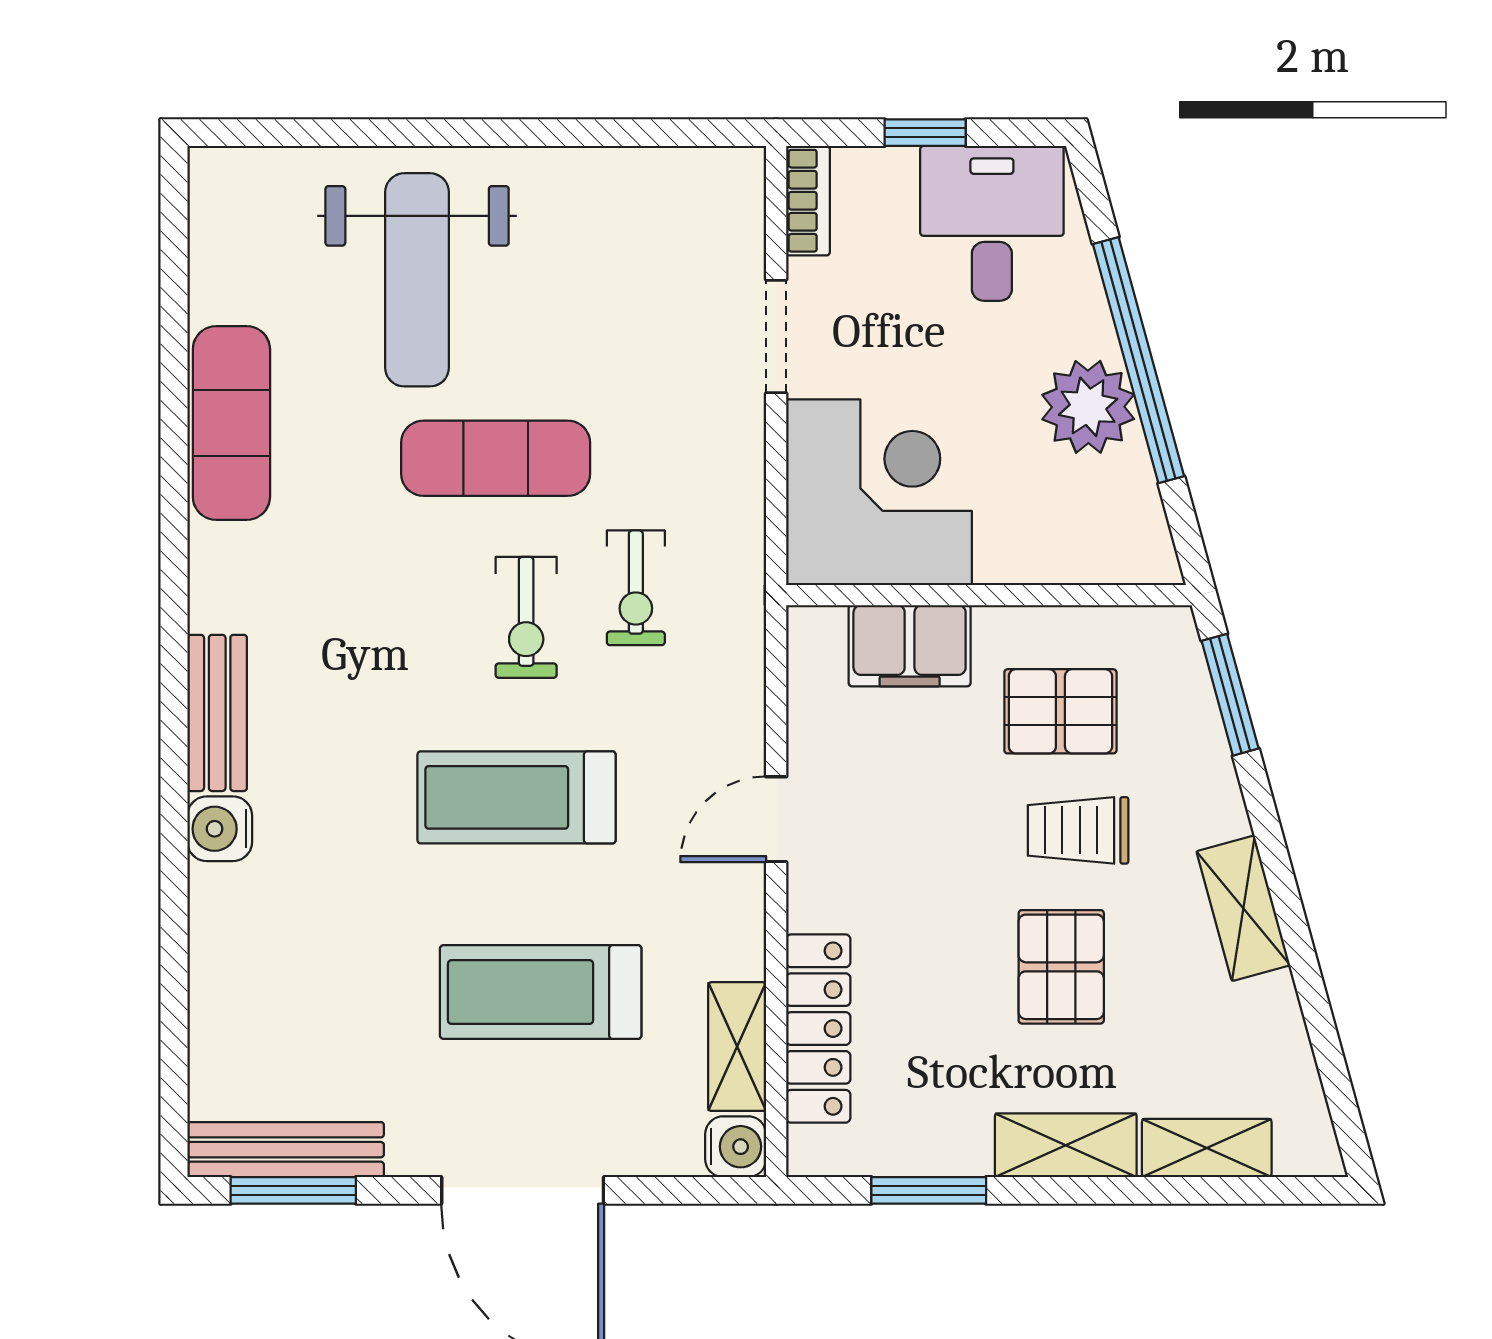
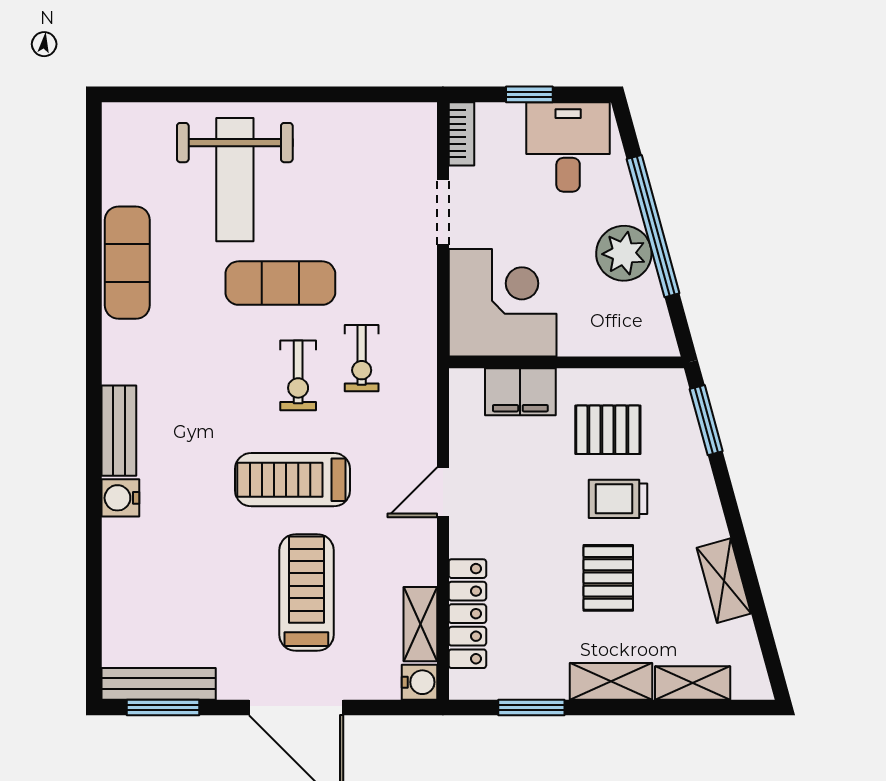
shelving: (1243, 908) -> (724, 581), moved
treadmill: (541, 992) -> (306, 592), turned 90

